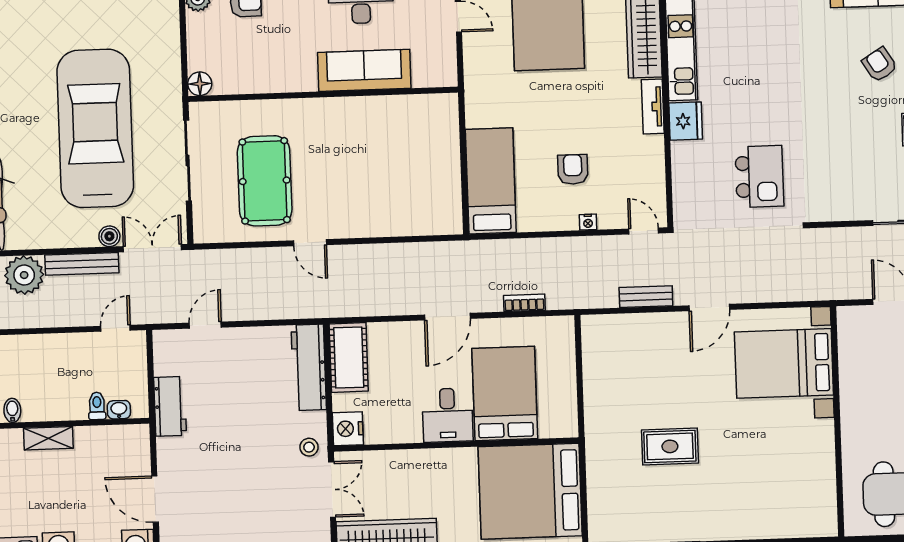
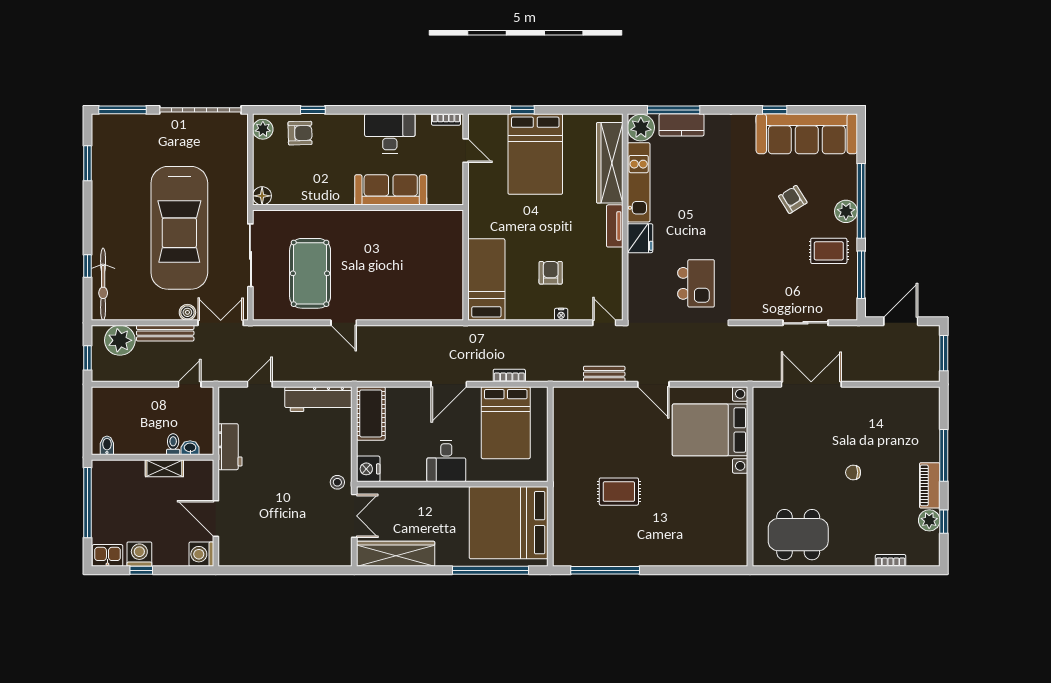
car: (95, 128) -> (179, 228), turned 180
door: (709, 308) -> (653, 384), hinge flipped
workbench: (309, 367) -> (318, 399), moved, turned -90
bed: (505, 394) -> (506, 423), moved, turned 180
shelving: (48, 438) -> (164, 468), moved

